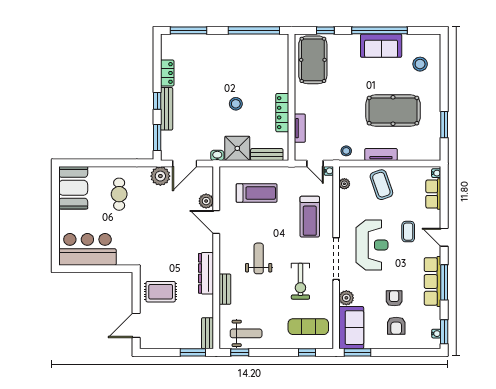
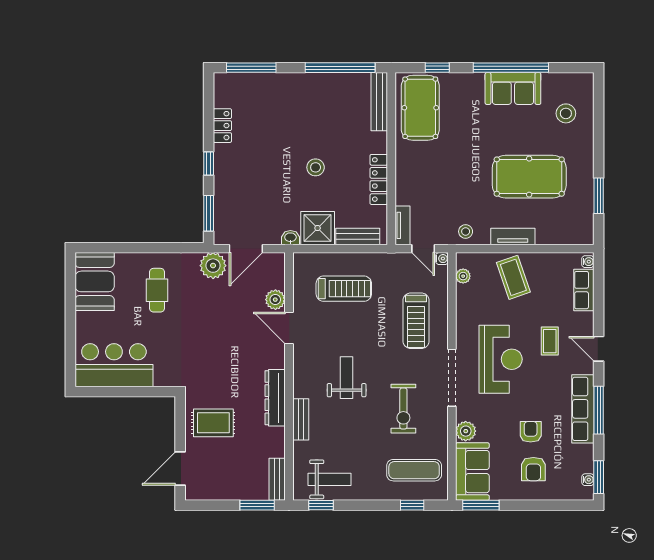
bench: (167, 109) -> (379, 102), moved
tv unit: (300, 128) -> (402, 225), moved

